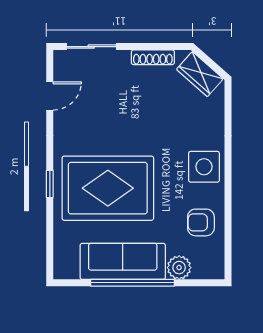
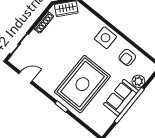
door: (50, 96) -> (26, 77), hinge flipped
sofa: (123, 261) -> (121, 98), width x0.73

